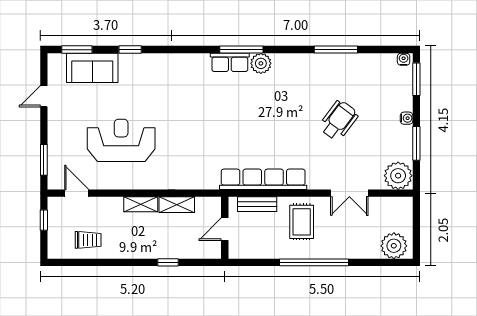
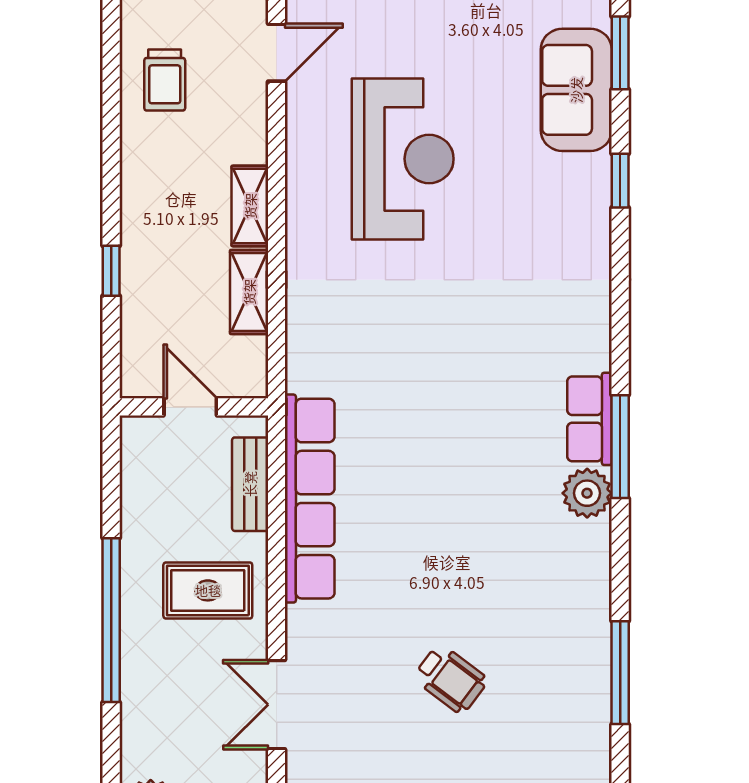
wheelchair: (339, 120) -> (451, 679), width x0.73, depth x0.73

